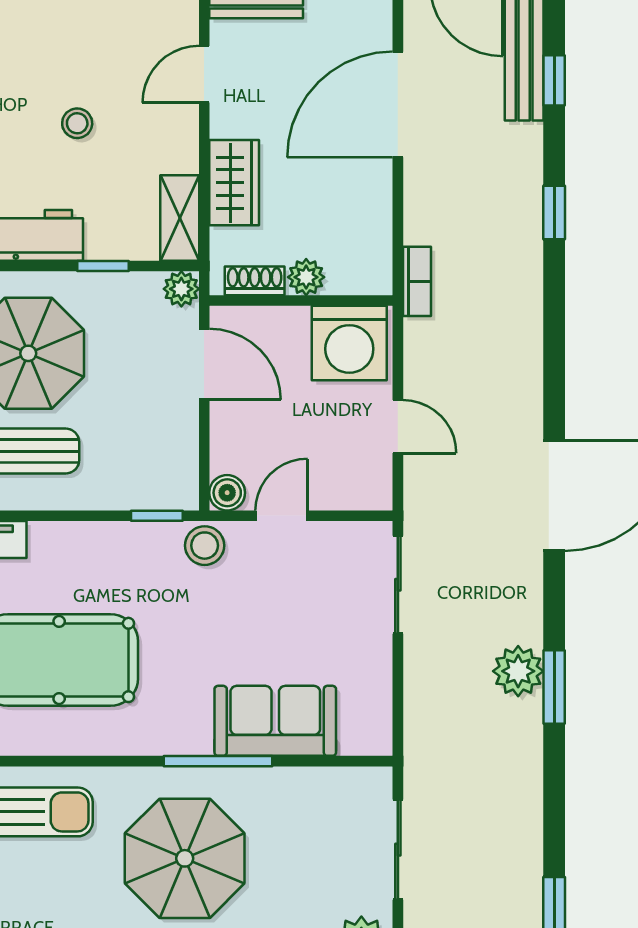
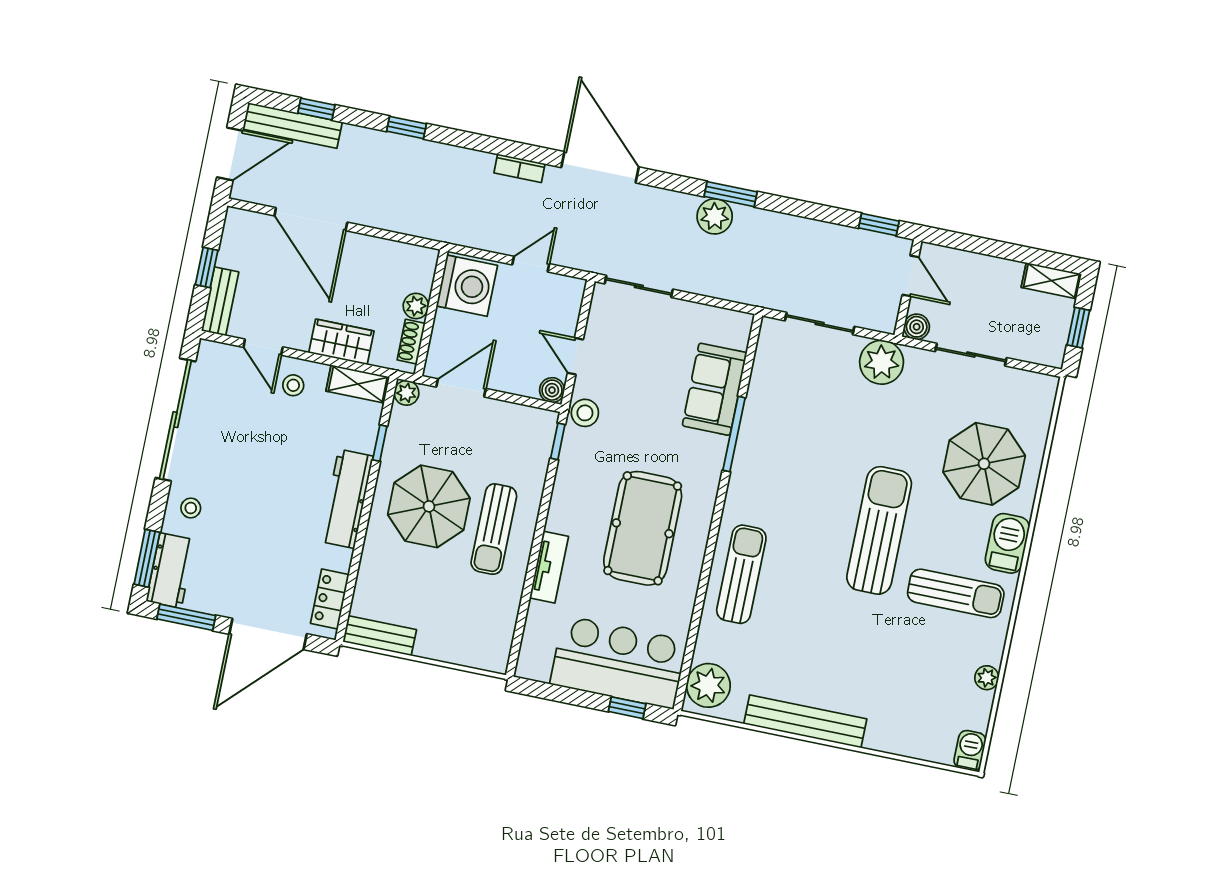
stool: (77, 123) -> (293, 385), moved
bookcase: (417, 281) -> (520, 168), moved, turned 180
parasol: (185, 858) -> (796, 470), removed

